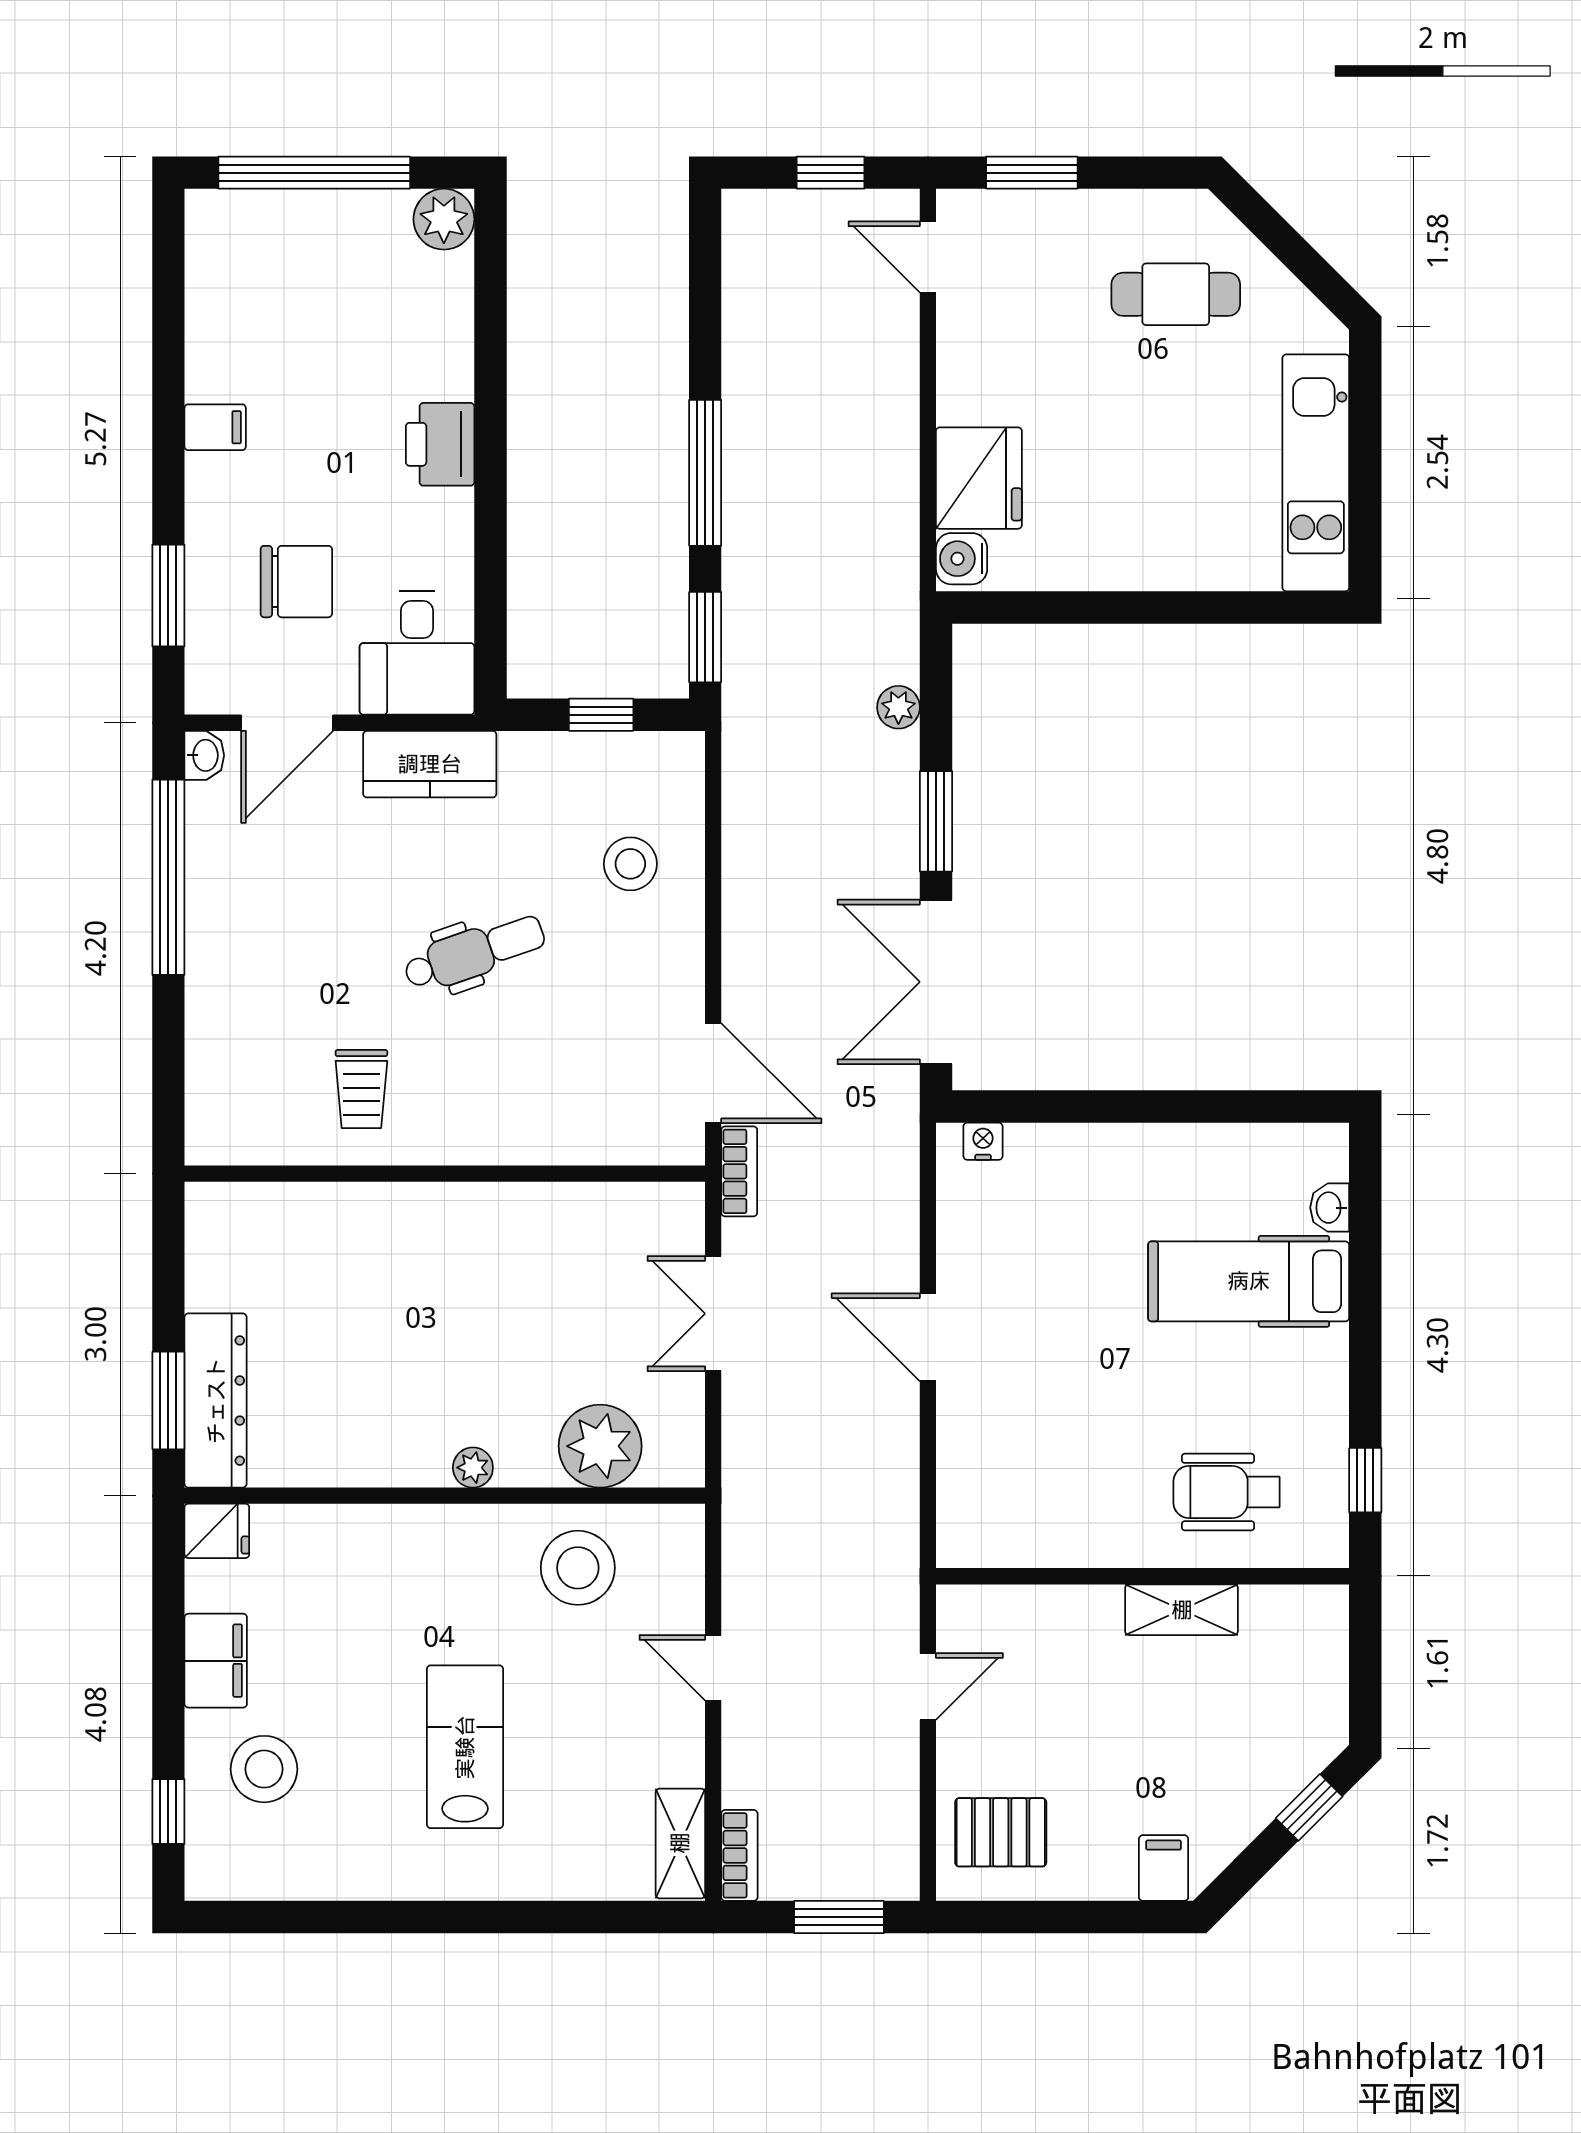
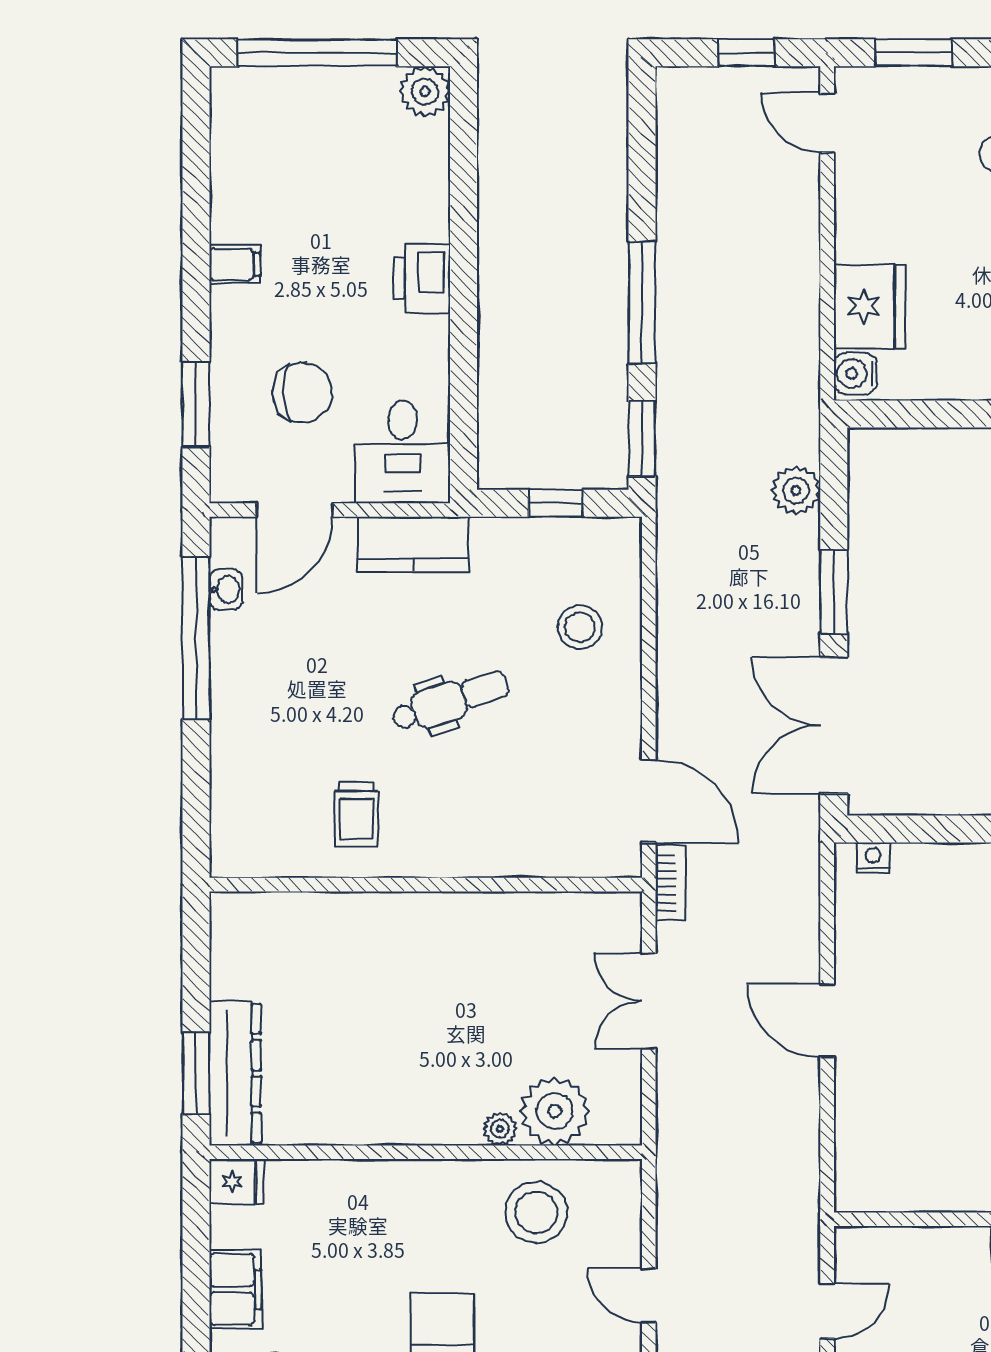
plant: (898, 707) -> (796, 490), width x1.38, depth x1.38
washbasin: (204, 755) -> (226, 589), moved
plant: (473, 1468) -> (500, 1129), moved

